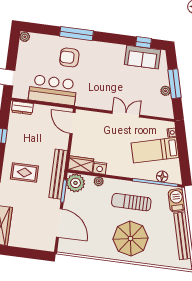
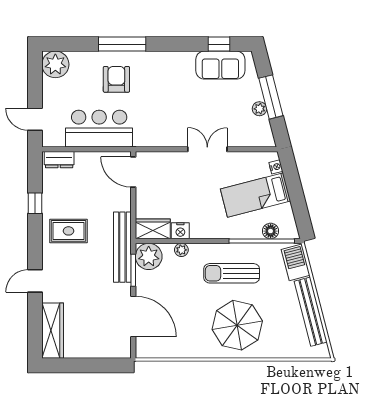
plant: (25, 37) -> (55, 64), width x1.88, depth x1.88
armchair: (69, 57) -> (116, 79), turned 90
rug: (24, 172) -> (68, 231), moved

